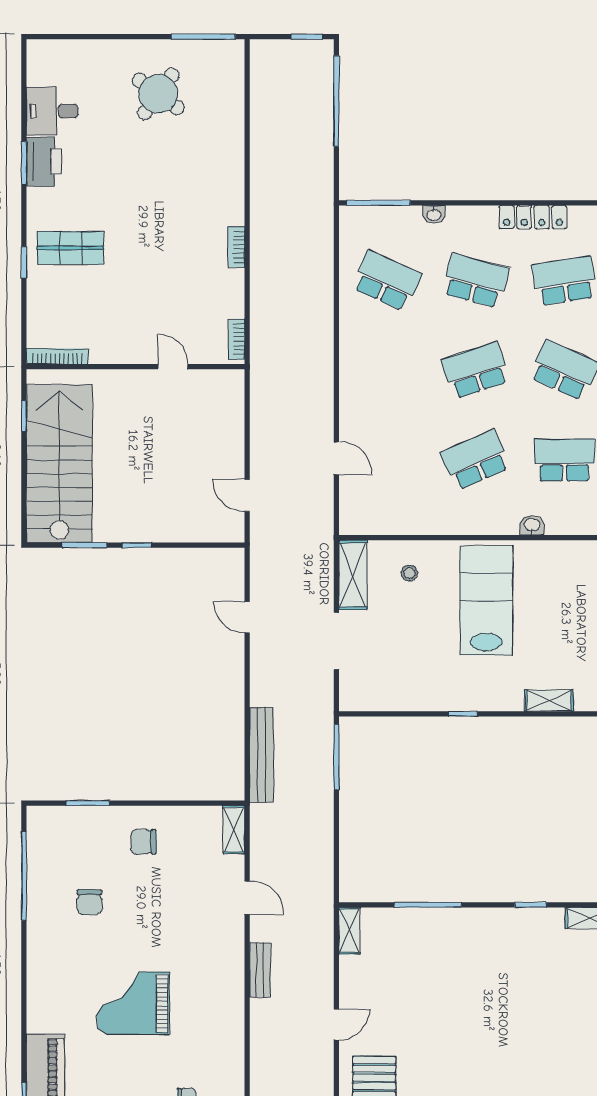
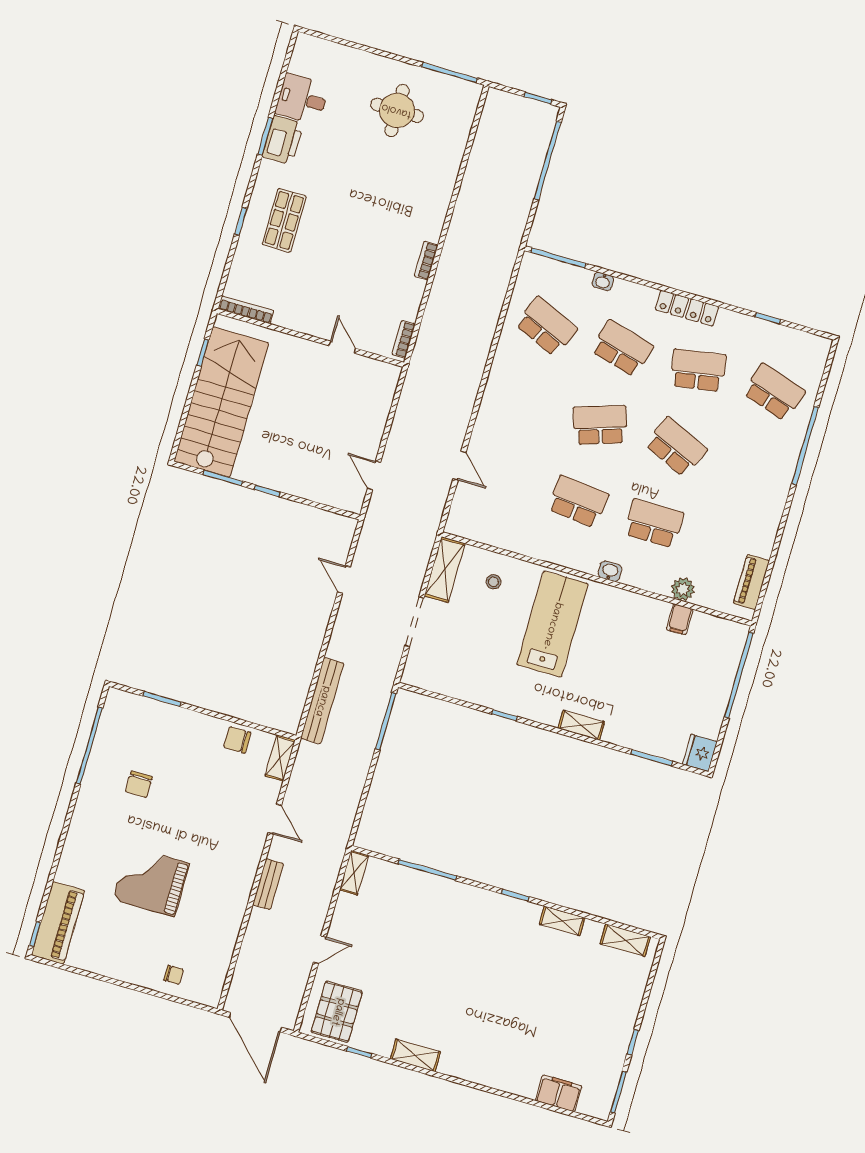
round table: (158, 94) -> (397, 110), turned -36
shop shelf: (71, 248) -> (284, 220), turned 90
school desk: (476, 460) -> (578, 501), turned 30
chair: (144, 842) -> (237, 740), moved

